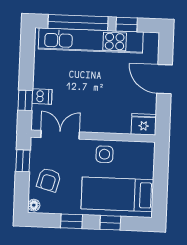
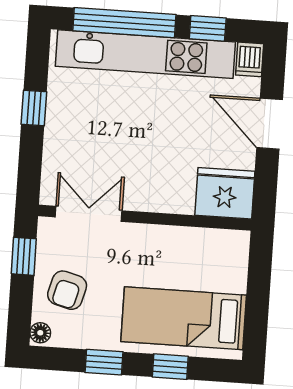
dishwasher: (42, 96) -> (250, 59), moved, turned 90
window: (25, 100) -> (34, 108), moved
fridge: (144, 124) -> (225, 193), width x1.36, depth x1.34
side table: (104, 154) -> (164, 249), removed

